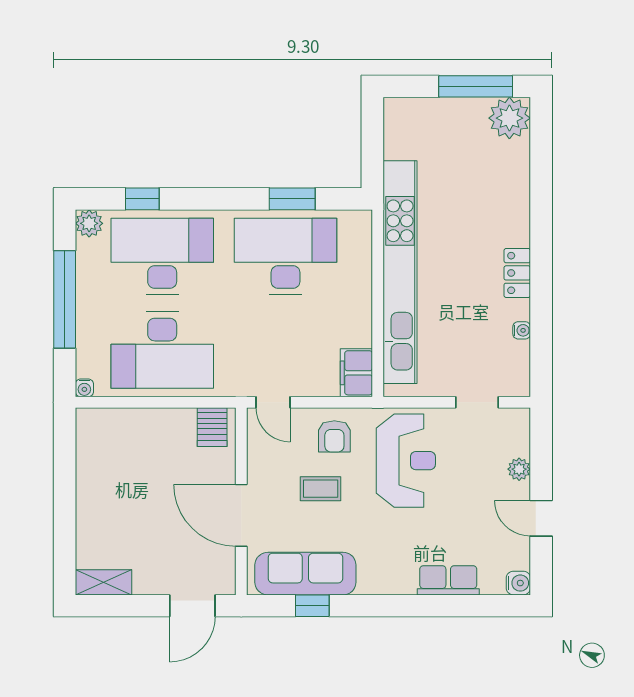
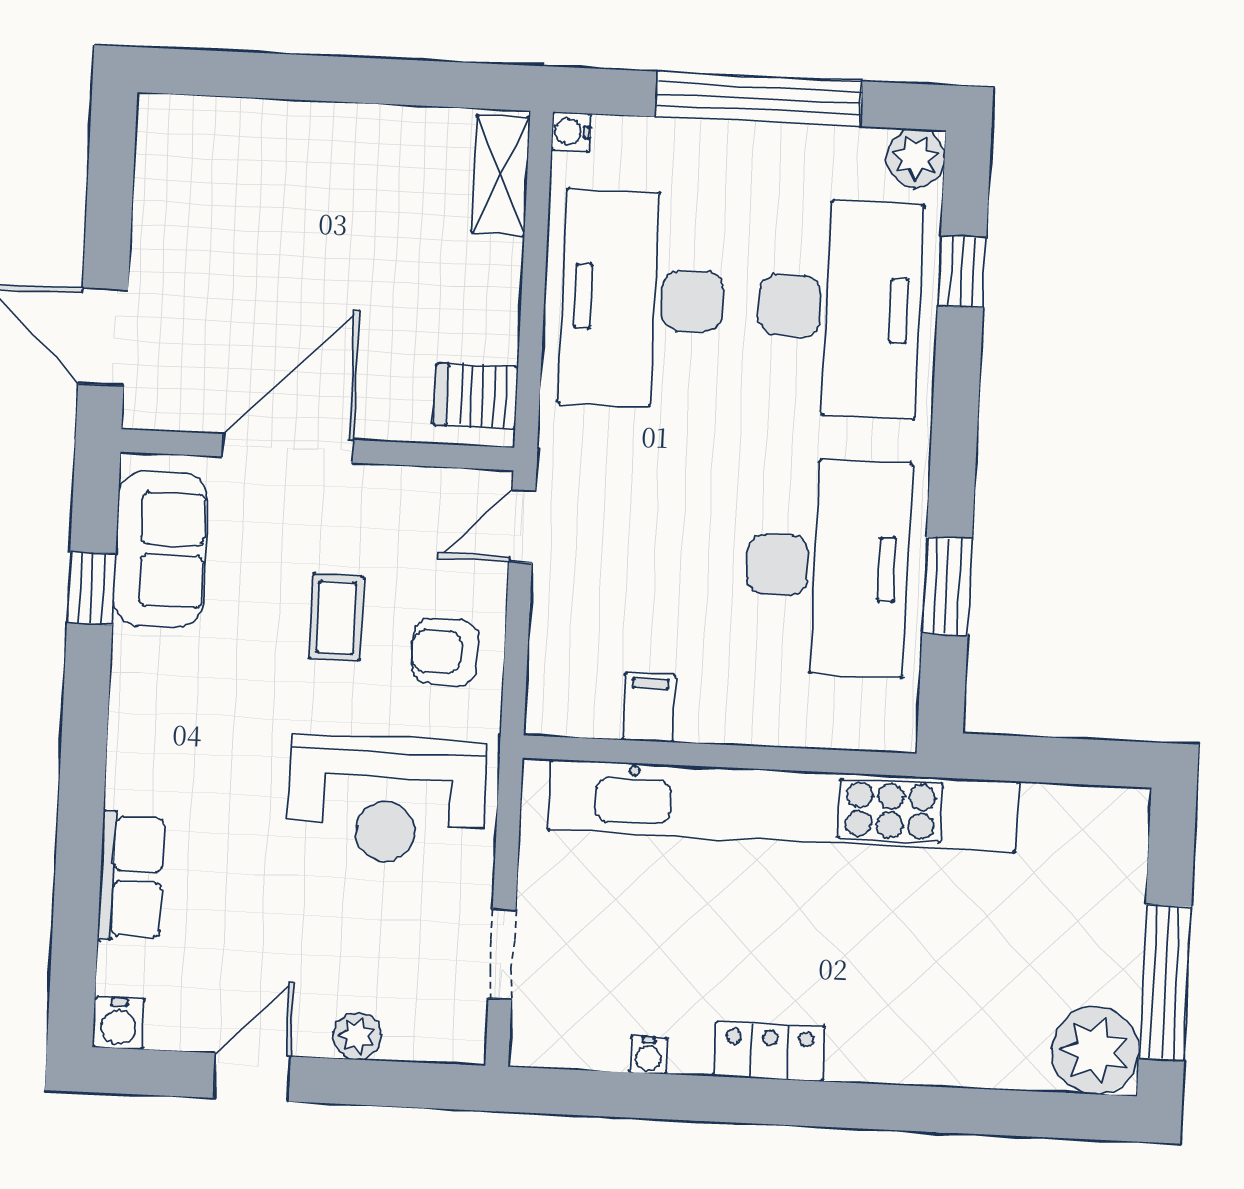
filing cabinet: (356, 373) -> (649, 707), moved, width x0.50
sofa: (305, 574) -> (161, 549), width x0.73
shelving: (103, 582) -> (501, 175), moved

